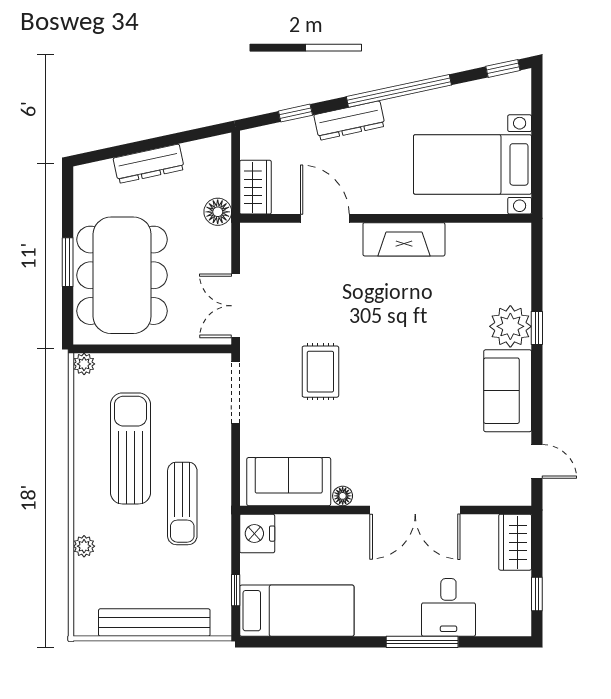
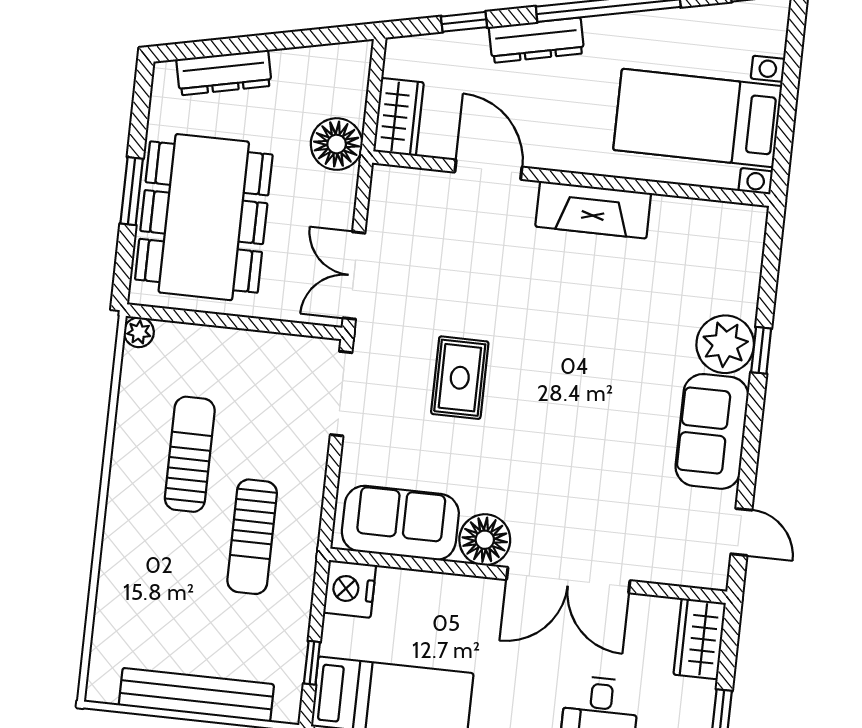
dresser: (149, 164) -> (224, 73), moved
floor lamp: (218, 212) -> (337, 144), width x1.38, depth x1.38
sun lounger: (130, 448) -> (190, 454), width x0.73, depth x0.75
floor lamp: (343, 496) -> (485, 540), width x1.89, depth x1.89
plant: (84, 546) -> (112, 581), removed

